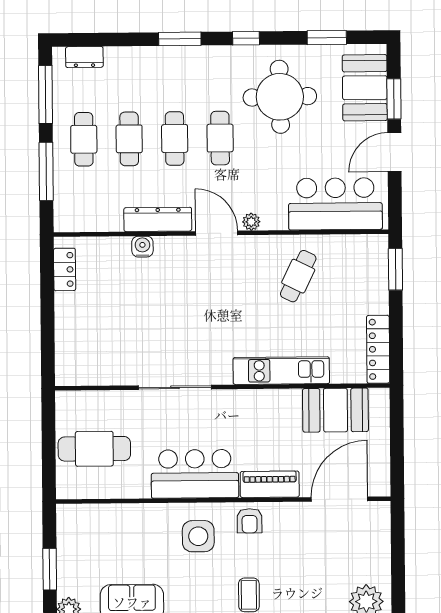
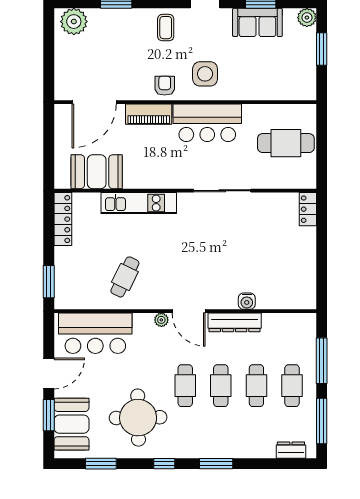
locker: (65, 269) -> (308, 209), moved

